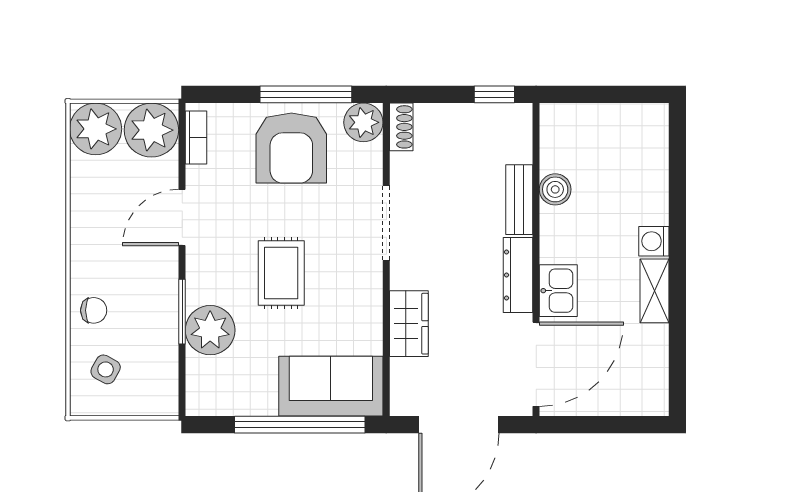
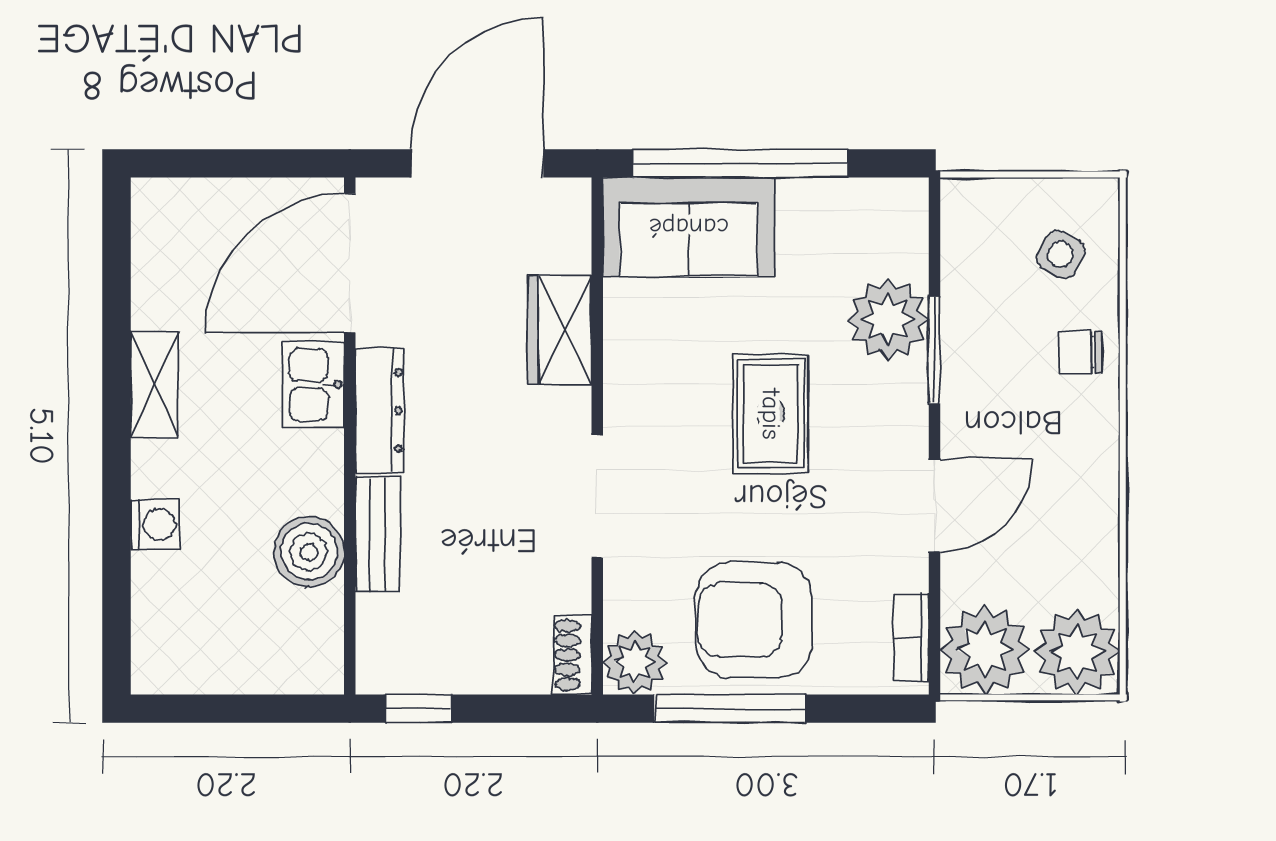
armchair: (291, 148) -> (754, 620), turned -90
boiler: (555, 189) -> (309, 552), width x1.36, depth x1.36
washing machine: (654, 241) -> (155, 524), moved

